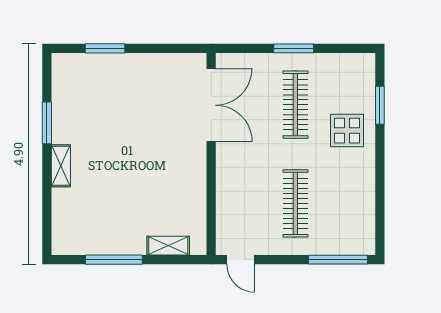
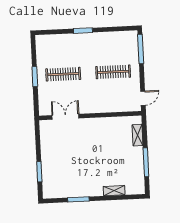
double door: (211, 105) -> (65, 117), width x0.73
window: (380, 105) -> (83, 31), moved
display table: (347, 131) -> (75, 47), removed
shelving: (61, 166) -> (114, 191), moved

